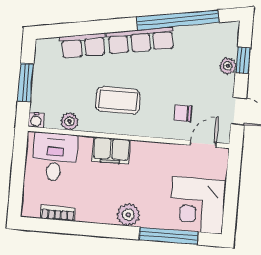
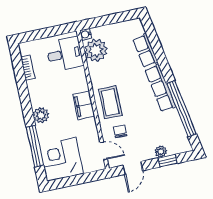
window: (26, 83) -> (109, 20), removed
coffee table: (118, 100) -> (110, 102), moved
plant: (69, 121) -> (96, 50), width x1.87, depth x1.87
filing cabinet: (111, 150) -> (84, 105), moved

